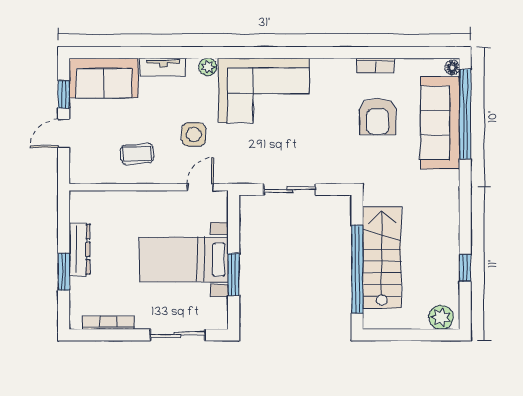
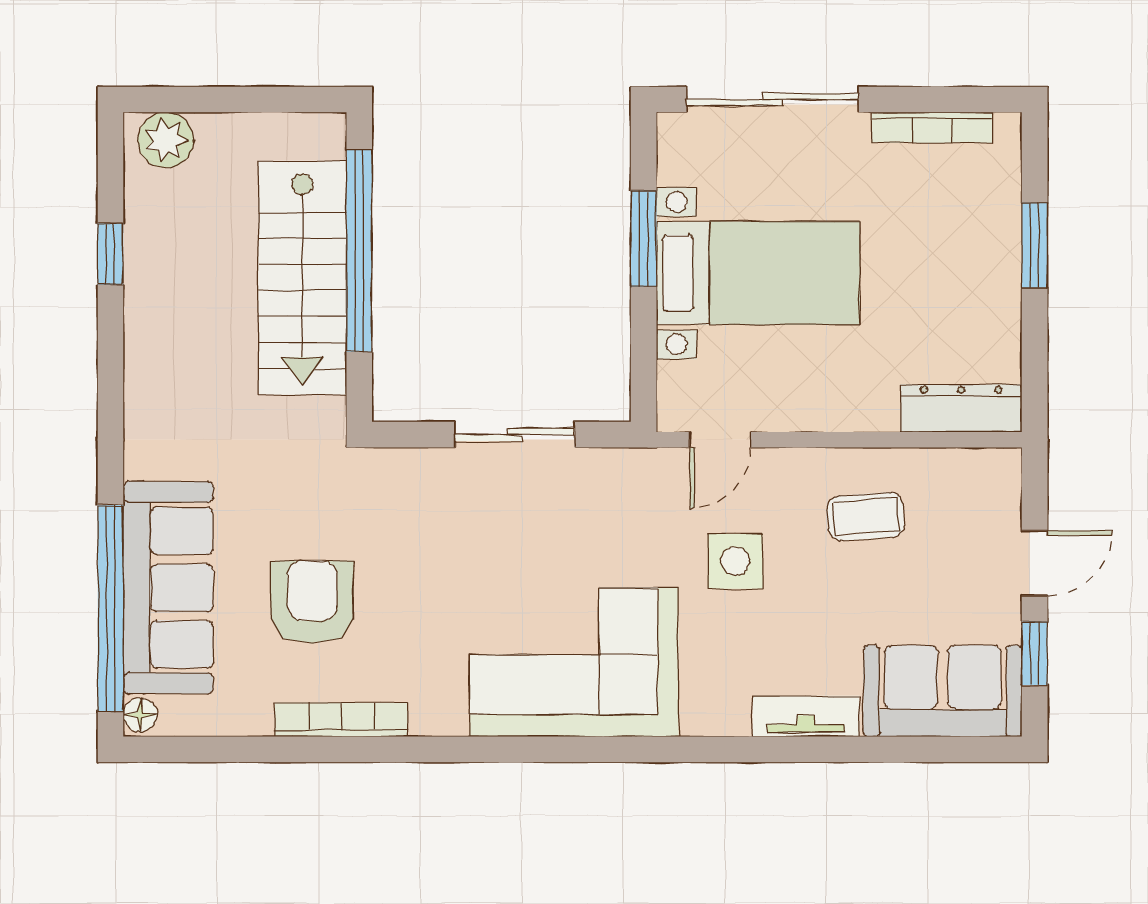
bookcase: (375, 66) -> (341, 720), width x1.56
plant: (208, 67) -> (703, 716), removed
dresser: (80, 249) -> (961, 408), moved, turned 90
sliding door: (178, 335) -> (773, 99), width x1.37

